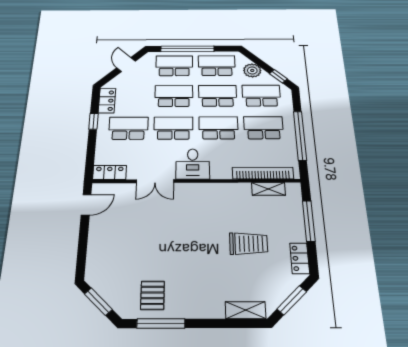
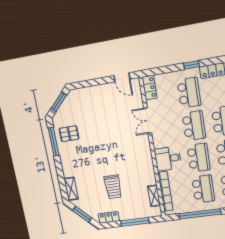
desk: (193, 164) -> (168, 159), moved

